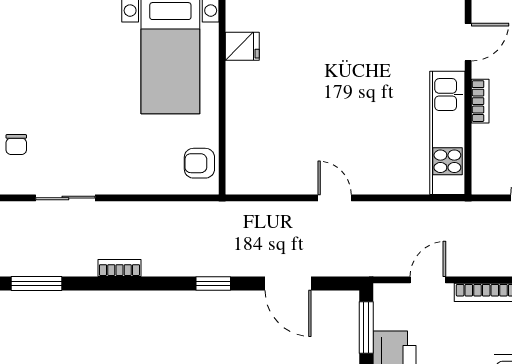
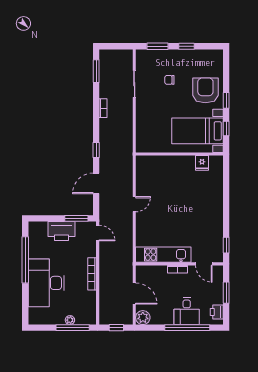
chair: (16, 145) -> (169, 80), moved
armchair: (199, 163) -> (205, 90), moved, width x1.88, depth x1.88
door: (428, 280) -> (98, 233), moved

